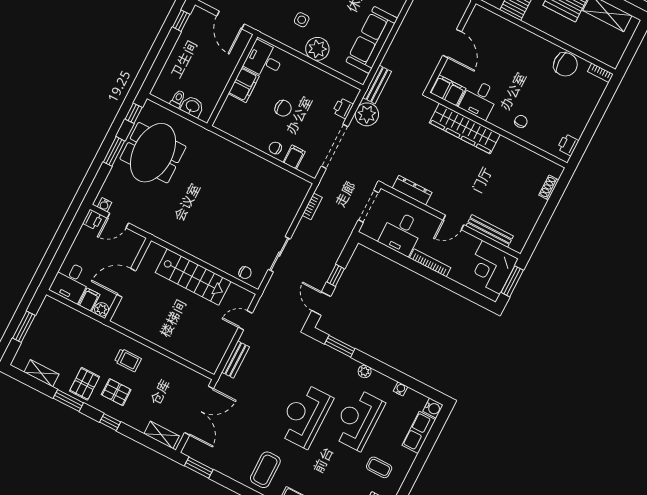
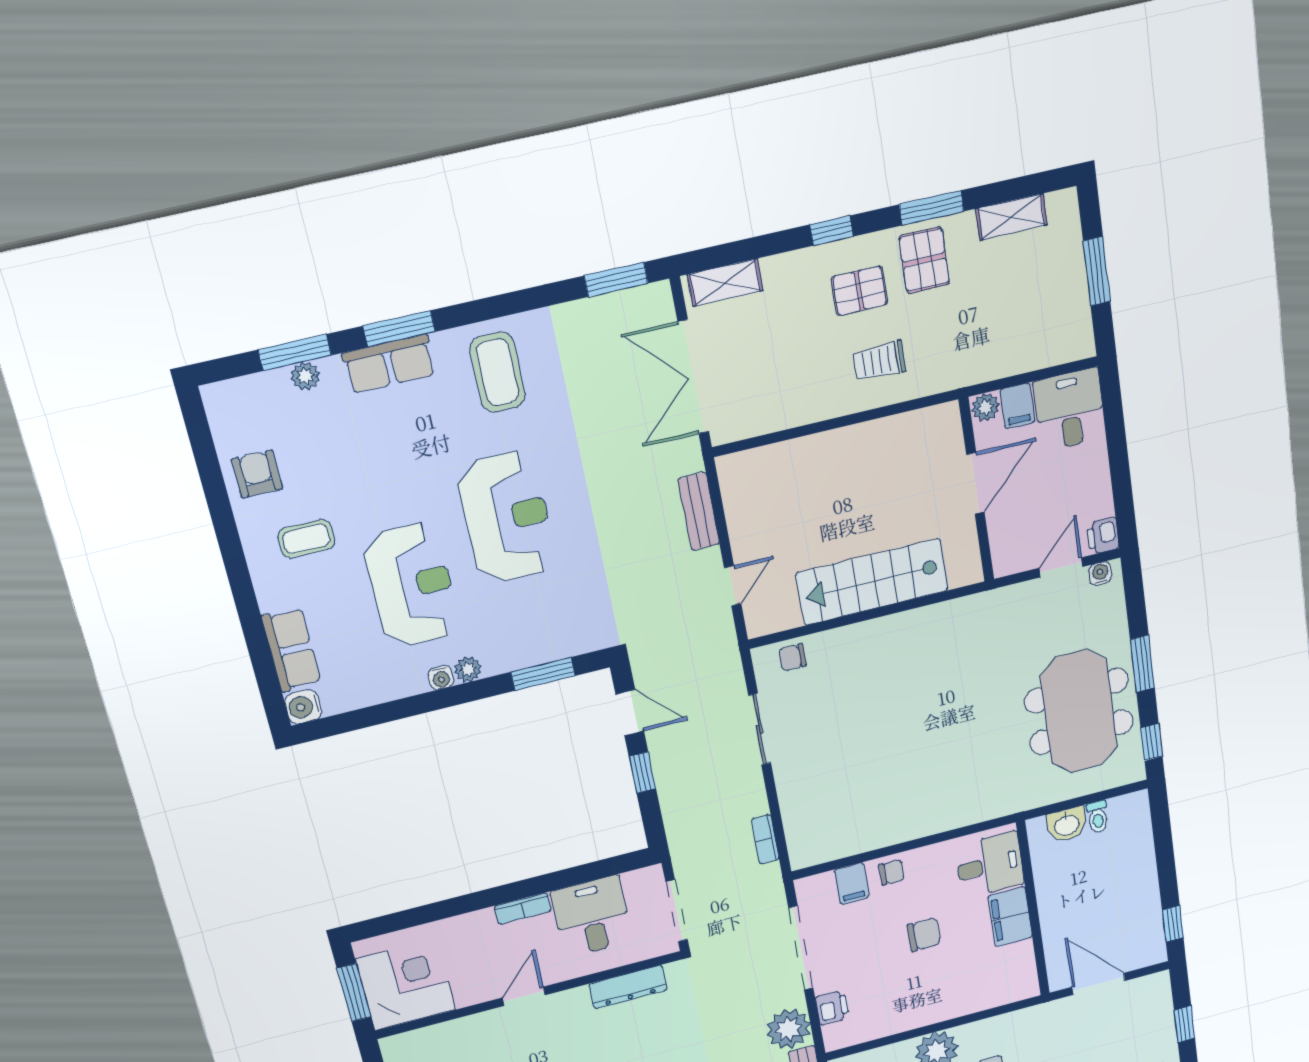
desk: (264, 60) -> (990, 865), moved
chair: (283, 108) -> (924, 934), turned 180
bench: (490, 231) -> (456, 1031), removed
bookcase: (430, 263) -> (523, 909), width x0.64
water cooler: (400, 389) -> (441, 678), moved

